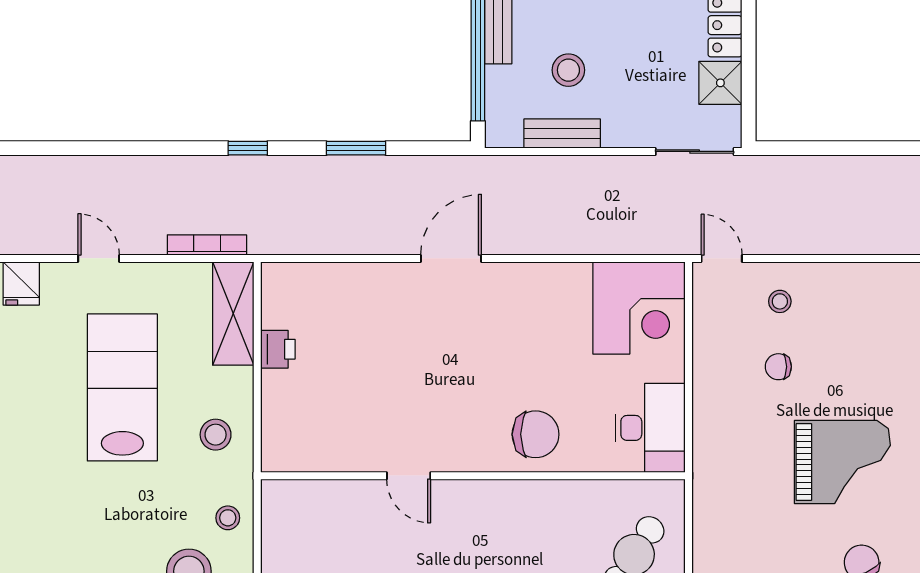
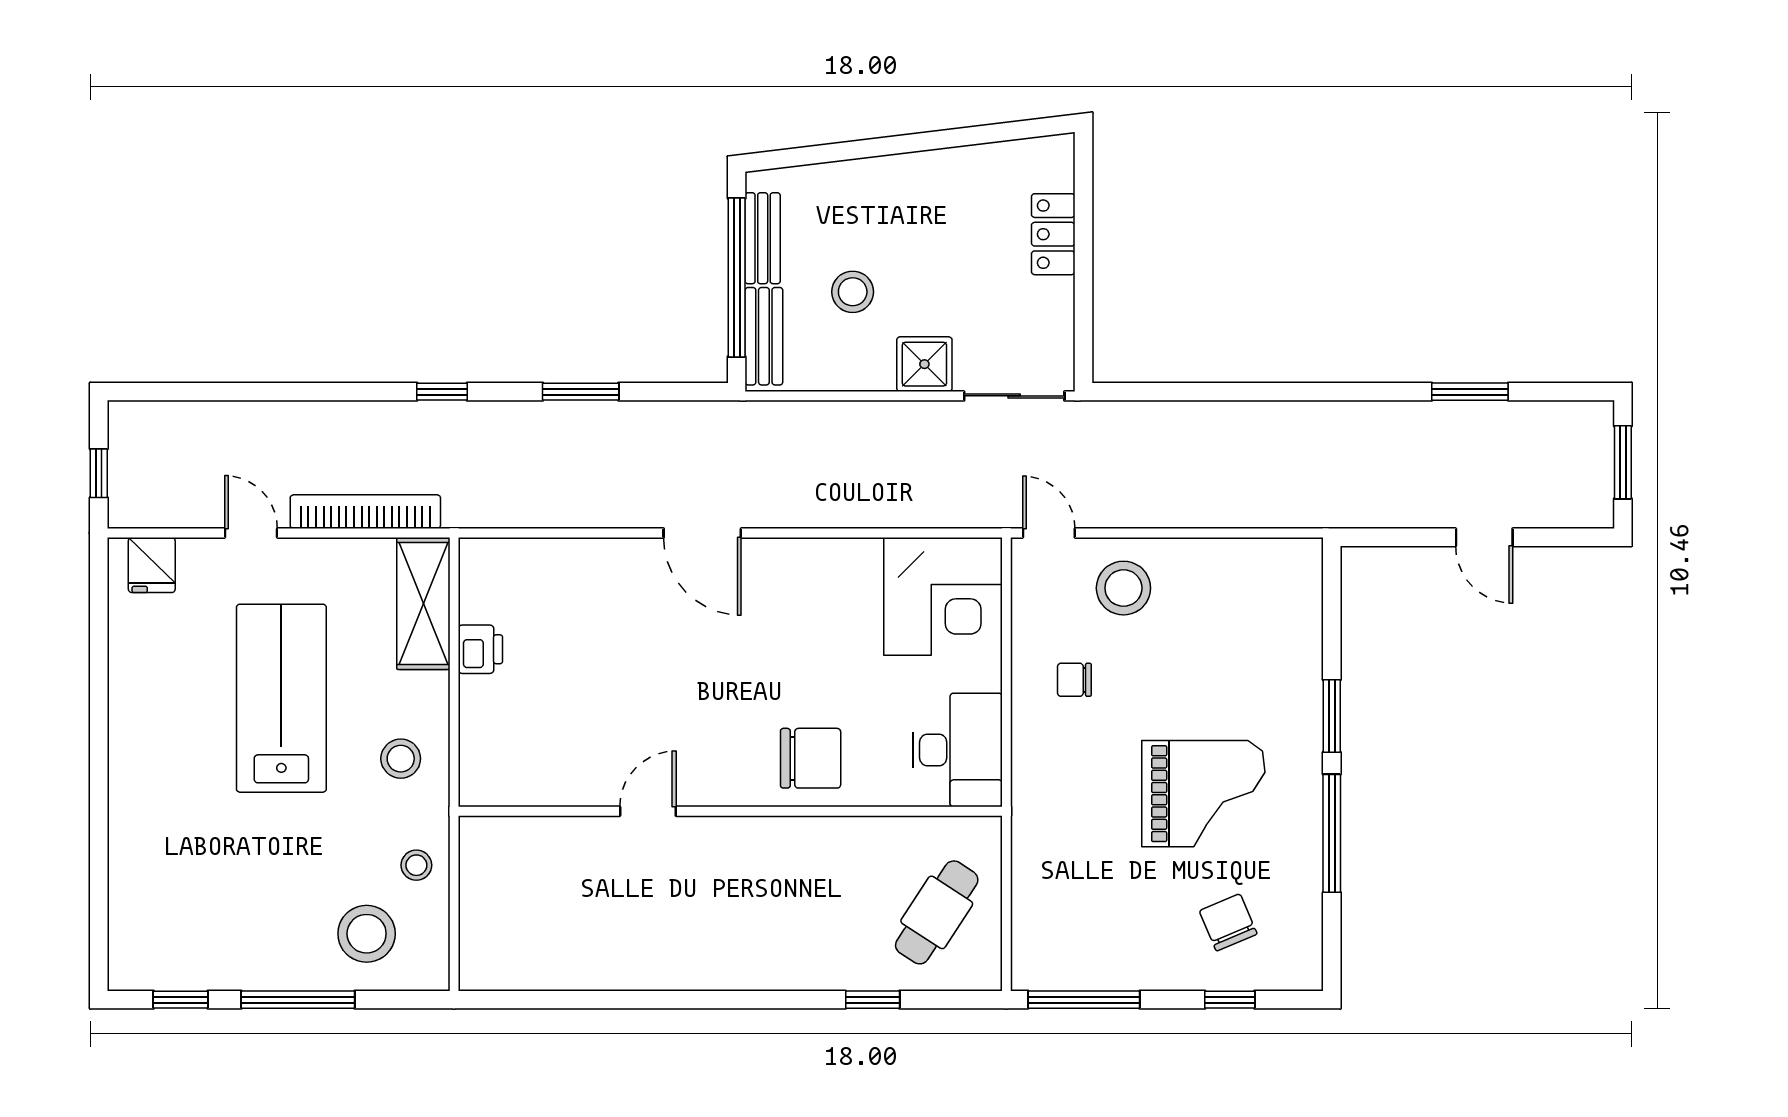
shower: (720, 83) -> (924, 364), moved
bench: (562, 134) -> (764, 336), moved, turned 90
bookcase: (207, 245) -> (365, 512), width x1.48, depth x1.31
door: (451, 258) -> (702, 533), swing flipped
stool: (780, 301) -> (1123, 588), width x1.89, depth x1.89
chair: (778, 367) -> (1074, 680), moved
door: (409, 476) -> (648, 811), swing flipped

